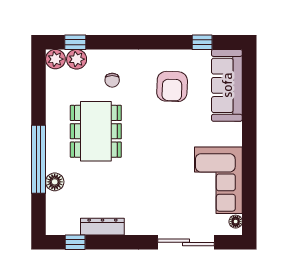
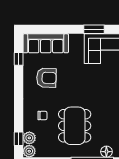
dining table: (96, 131) -> (75, 126), turned 90
window: (249, 162) -> (94, 29), added

